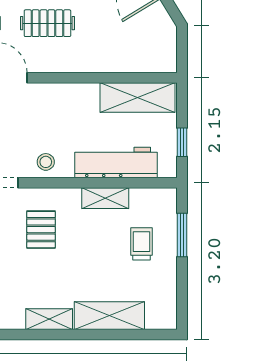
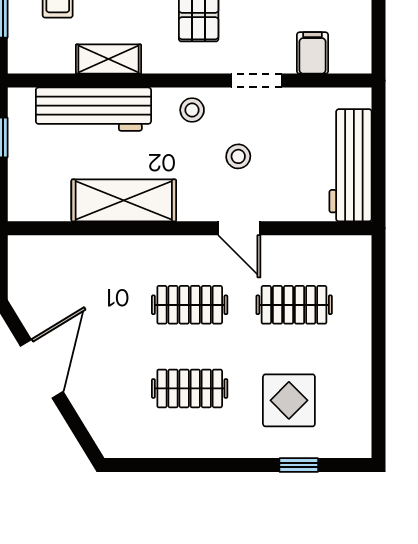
shelving: (137, 98) -> (124, 200), moved
stool: (13, 129) -> (238, 156), added

